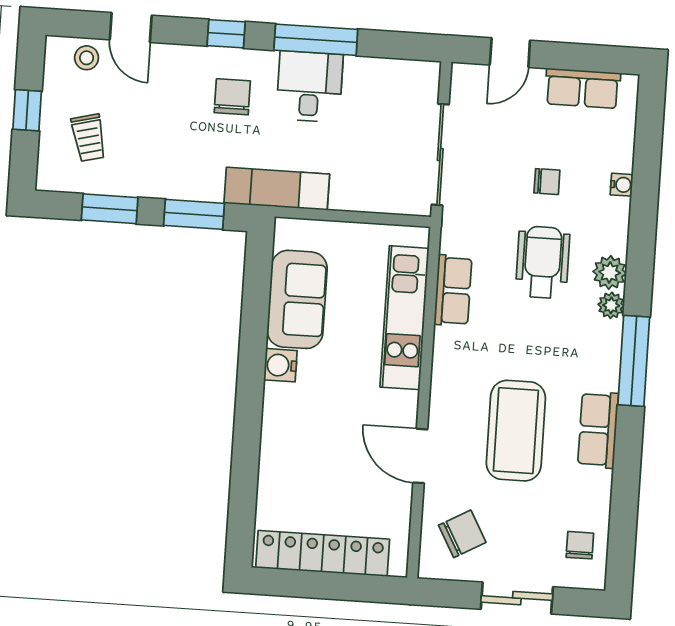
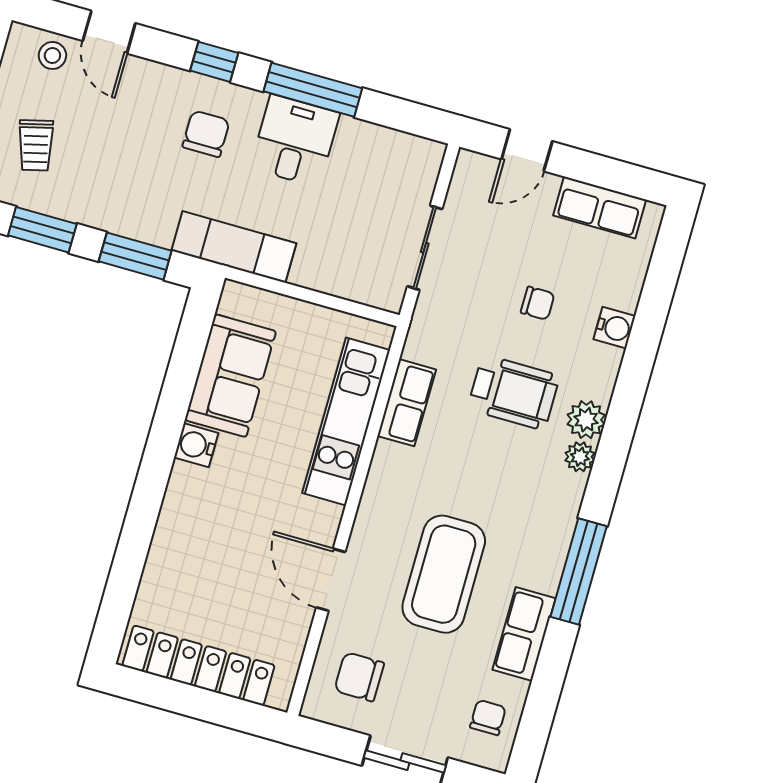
sliding door: (440, 155) -> (425, 248), width x0.73
water cooler: (622, 185) -> (614, 328), width x1.38, depth x1.38
wheelchair: (543, 262) -> (514, 392), turned 90
window: (634, 361) -> (579, 572), moved
row of seats: (598, 430) -> (524, 634), moved
chair: (462, 534) -> (359, 677), turned -151

